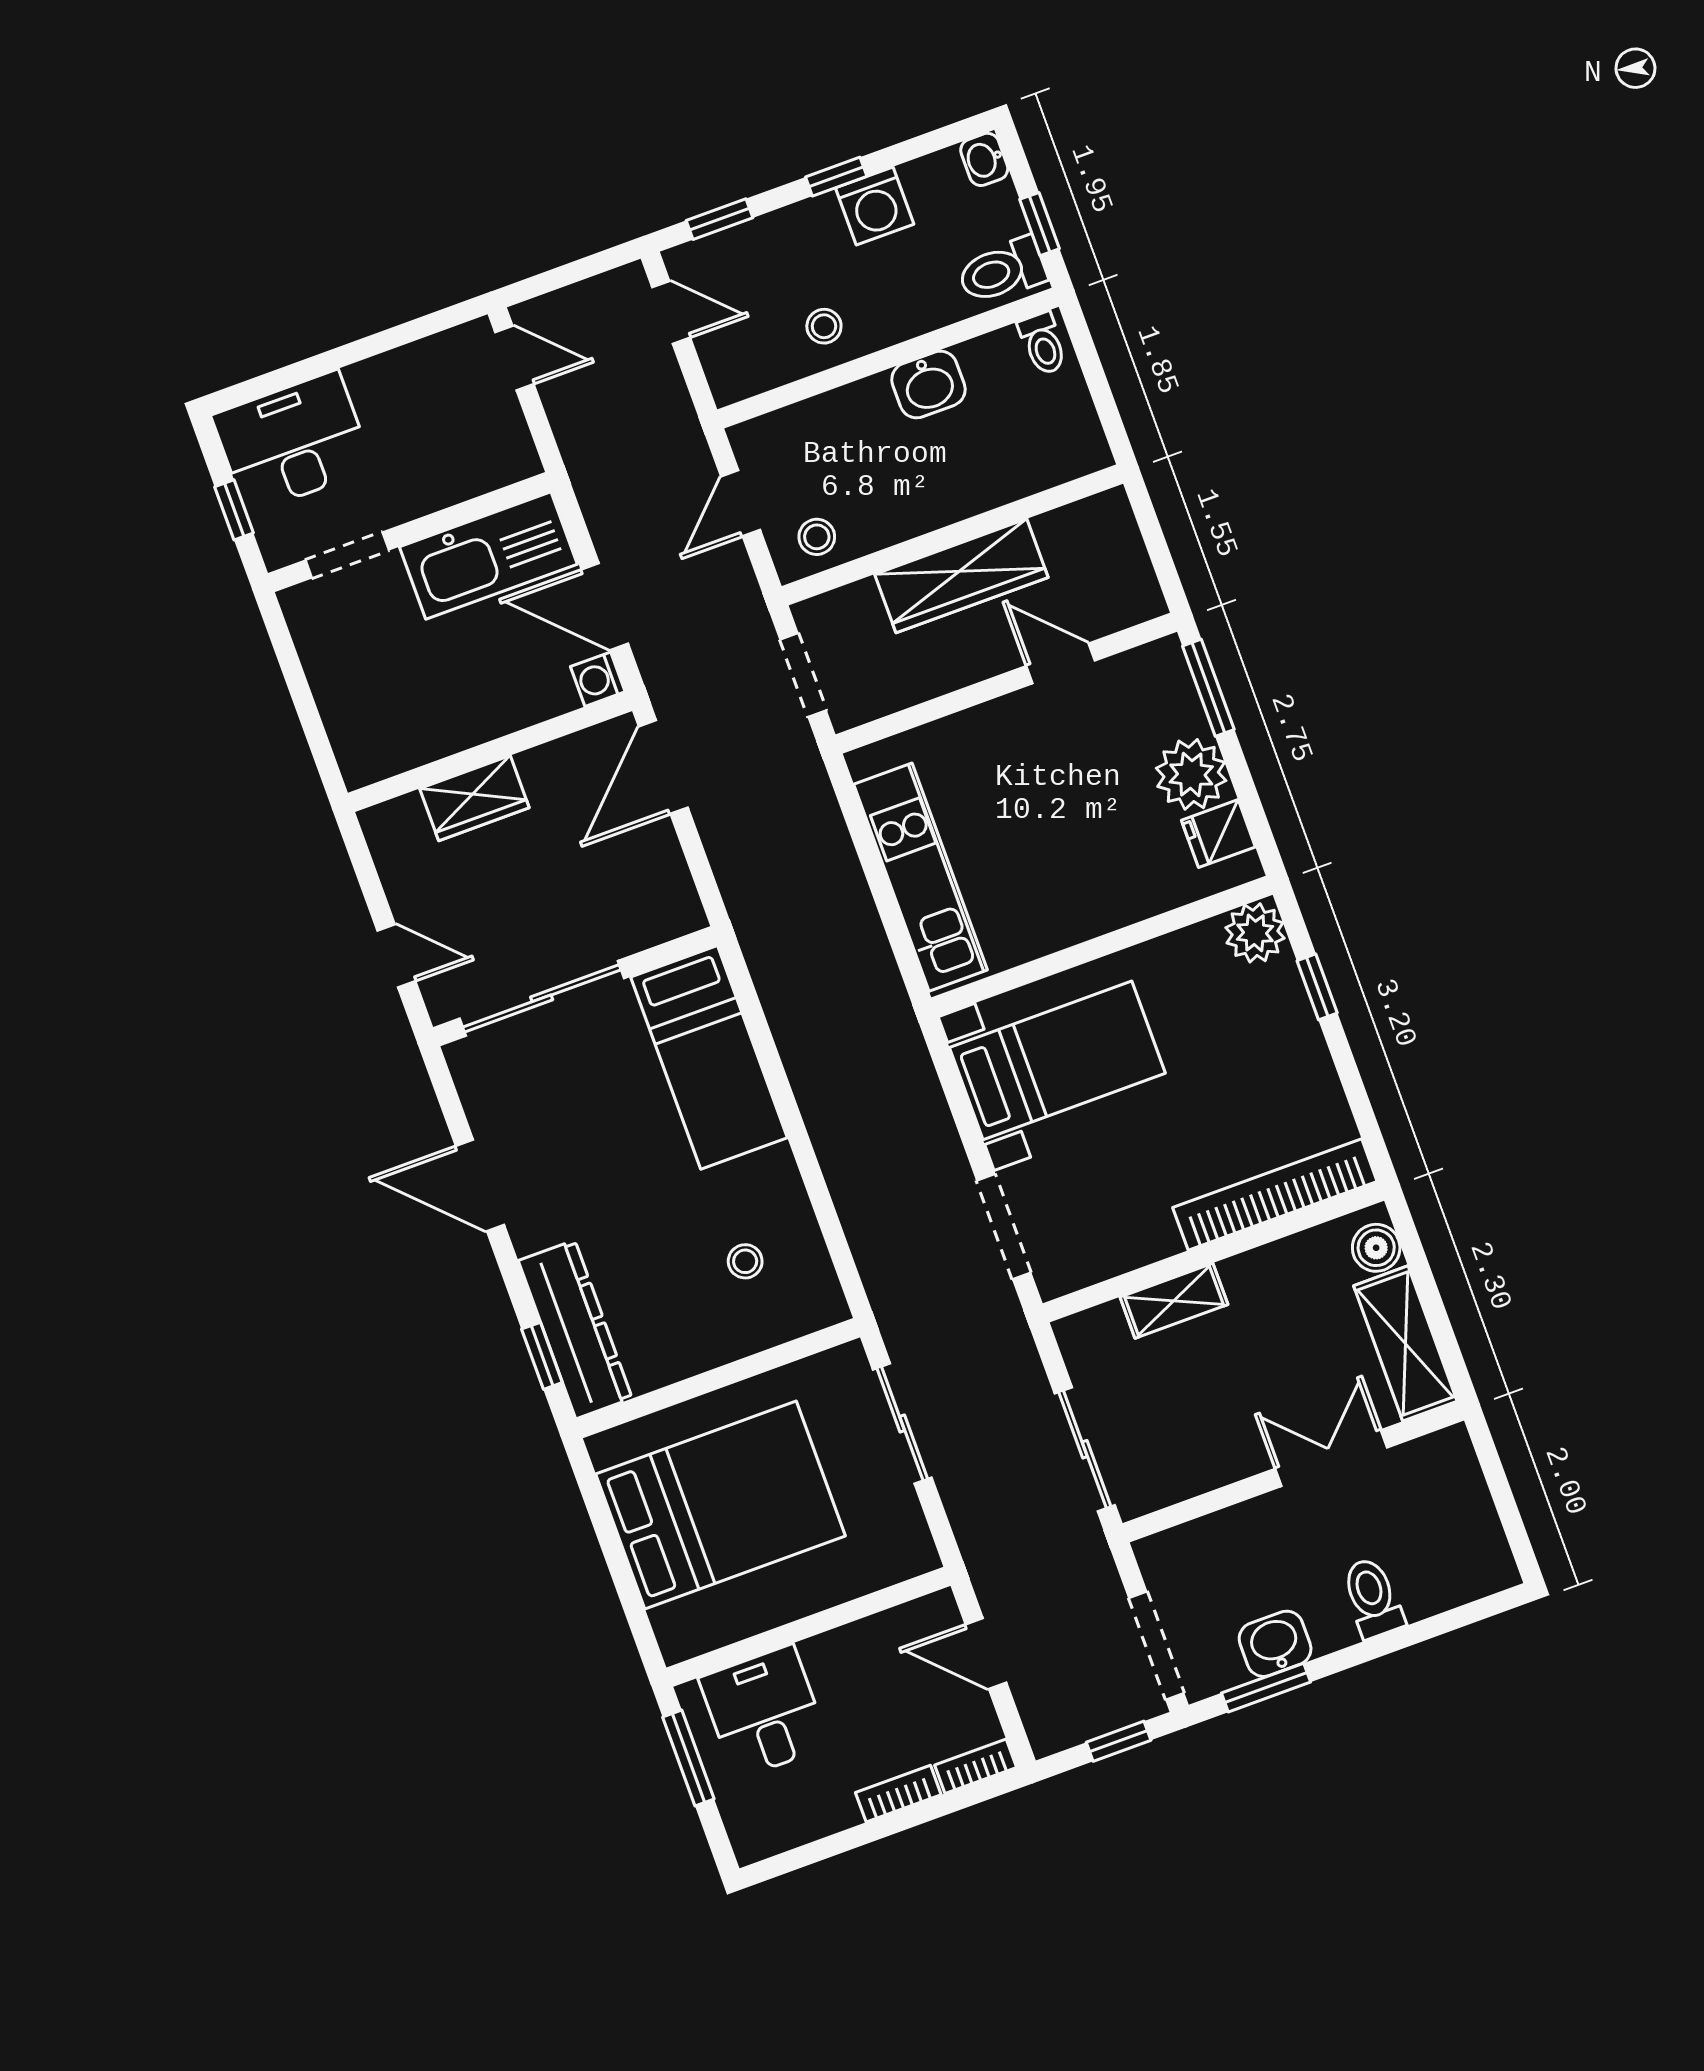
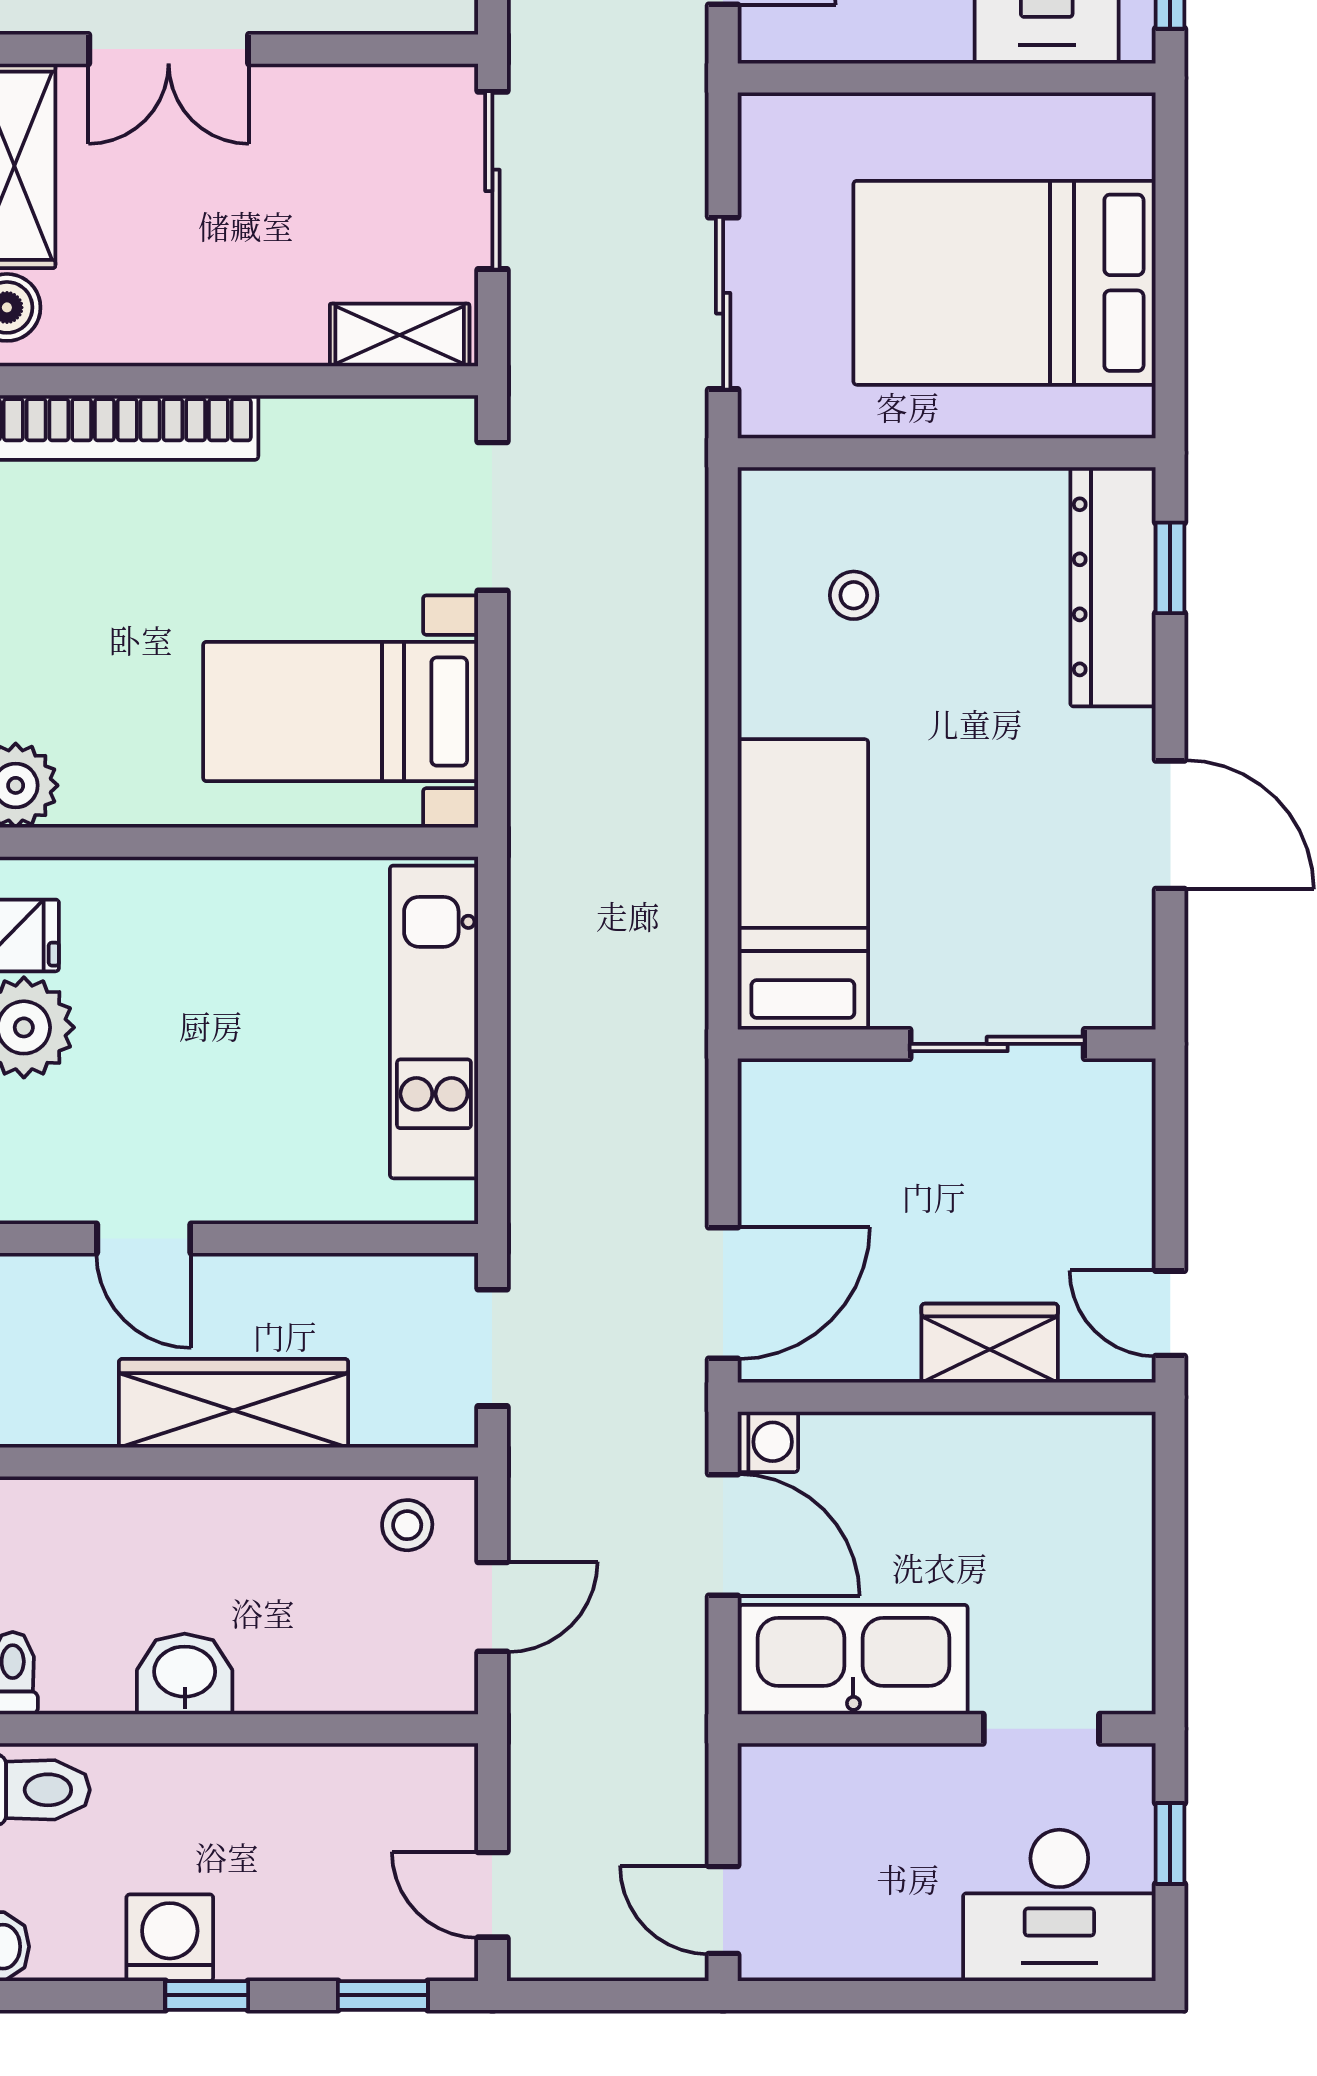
stool: (824, 326) -> (296, 1802), removed
door: (396, 956) -> (1170, 1313), moved
sliding door: (542, 998) -> (997, 1044), width x0.73
shelving: (1174, 1301) -> (400, 335), moved

